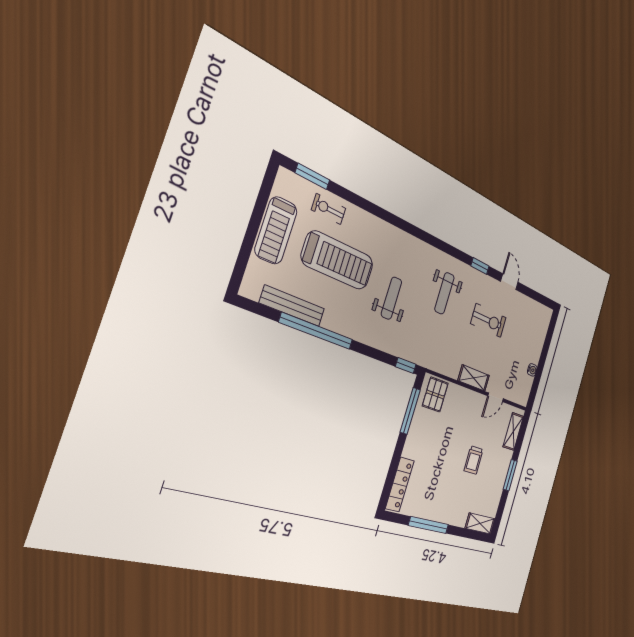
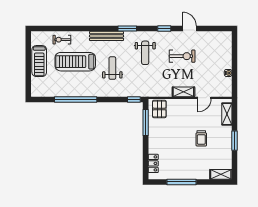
window: (312, 176) -> (127, 29), moved
treadmill: (338, 260) -> (75, 62), turned 180
bench: (292, 306) -> (107, 36), moved
locker: (400, 485) -> (153, 163), width x0.66

